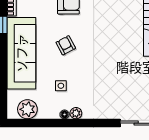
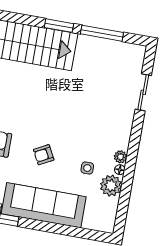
plant: (27, 109) -> (111, 186), moved

